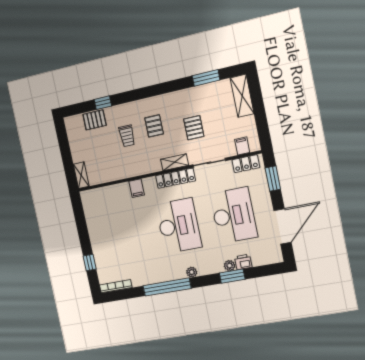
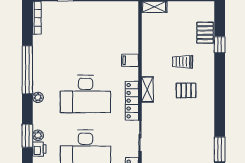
pallet: (194, 128) -> (176, 128), removed
shelving: (175, 162) -> (147, 89), moved

